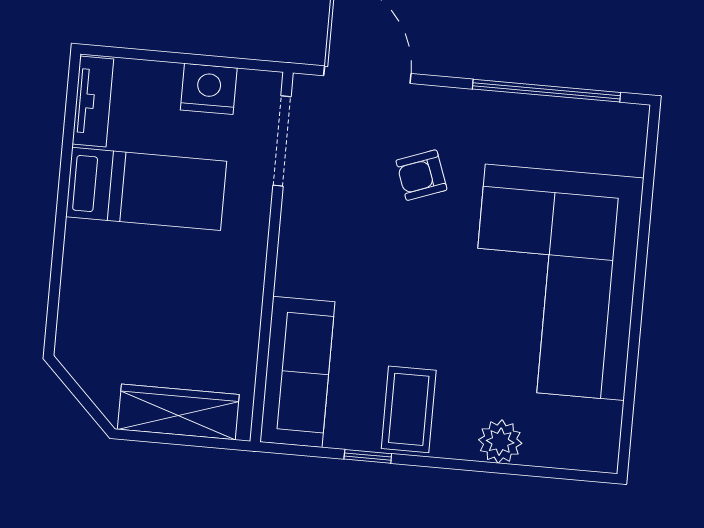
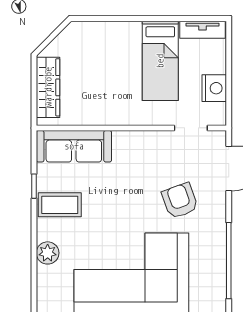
doorway: (282, 141) -> (191, 128), width x0.73
armchair: (421, 175) -> (180, 201), width x1.38, depth x1.38

